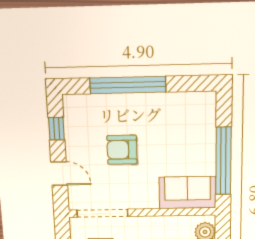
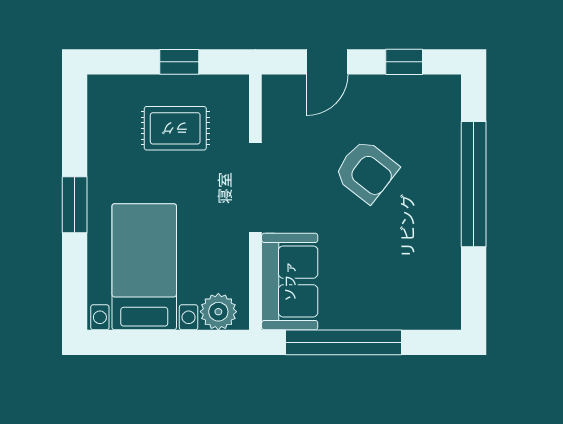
armchair: (122, 150) -> (366, 171), turned 128
doorway: (102, 213) -> (255, 188), moved

